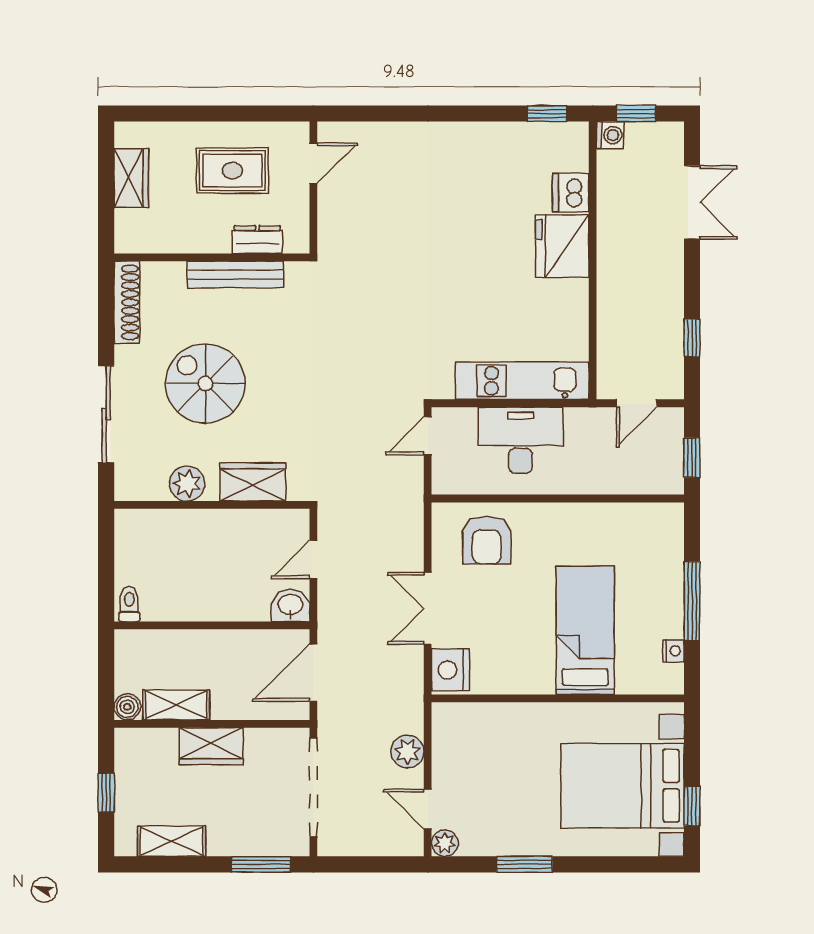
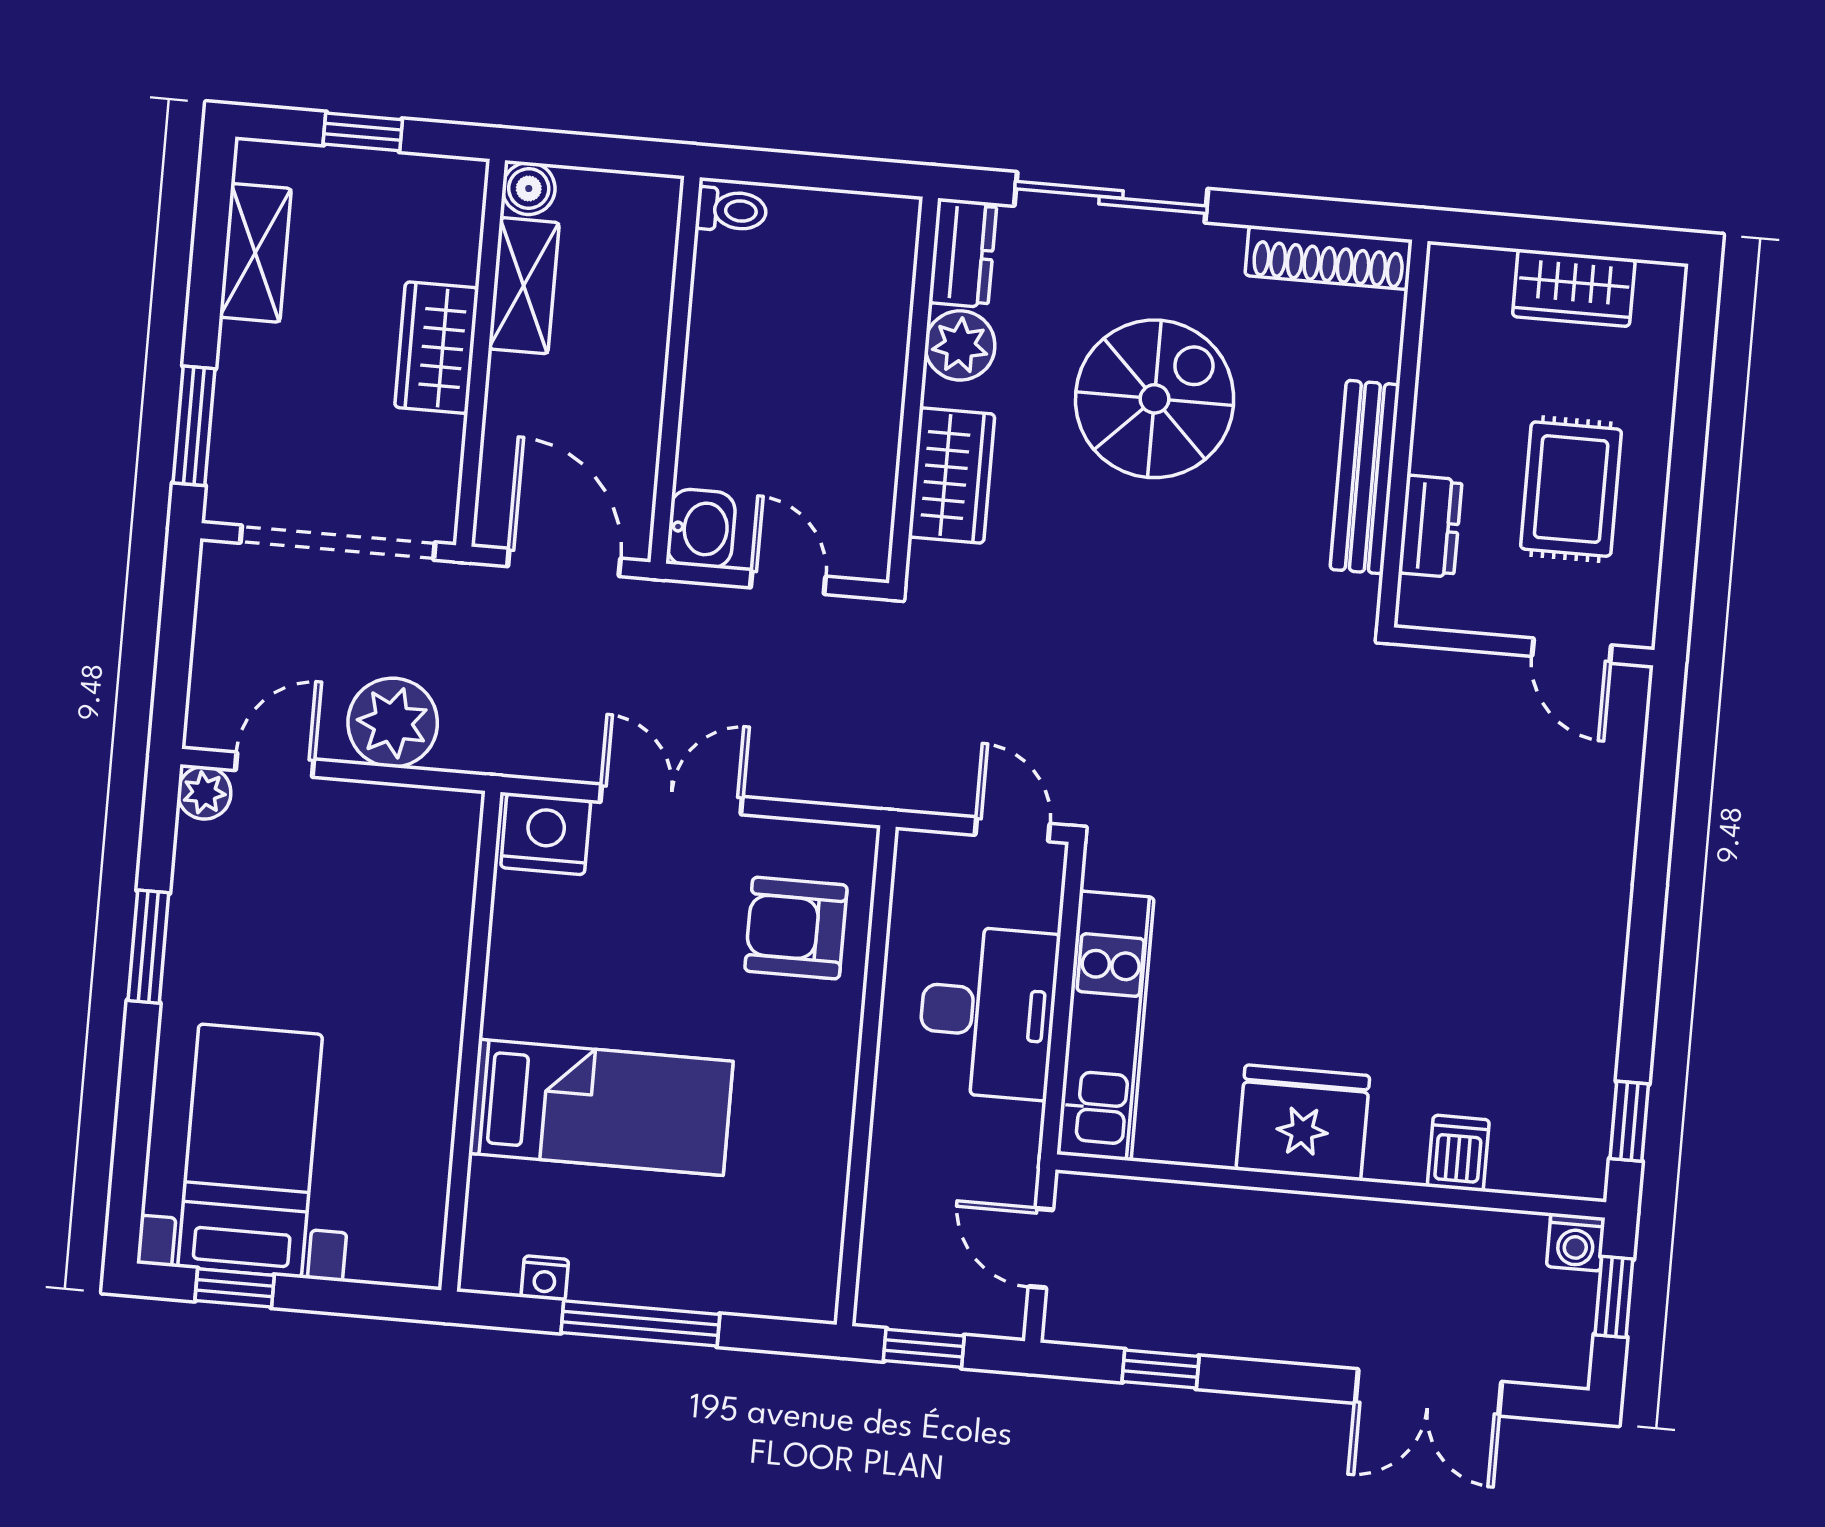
dishwasher: (571, 193) -> (1458, 1153), width x0.73
fridge: (562, 246) -> (1303, 1123), moved
dresser: (141, 486) -> (963, 253), added
plant: (407, 752) -> (393, 723), width x1.36, depth x1.36
bed with nightstands: (622, 786) -> (250, 1151), width x0.73

